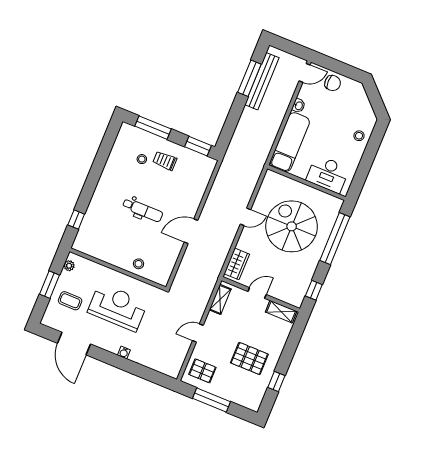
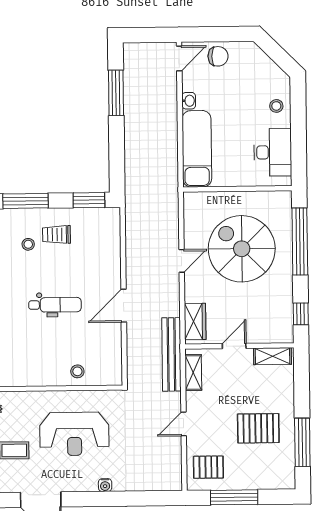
bench: (262, 81) -> (171, 354), moved
desk: (328, 174) -> (273, 152), moved, turned -90
reception desk: (118, 307) -> (74, 434), turned 180
window: (276, 382) -> (302, 442), width x2.17

